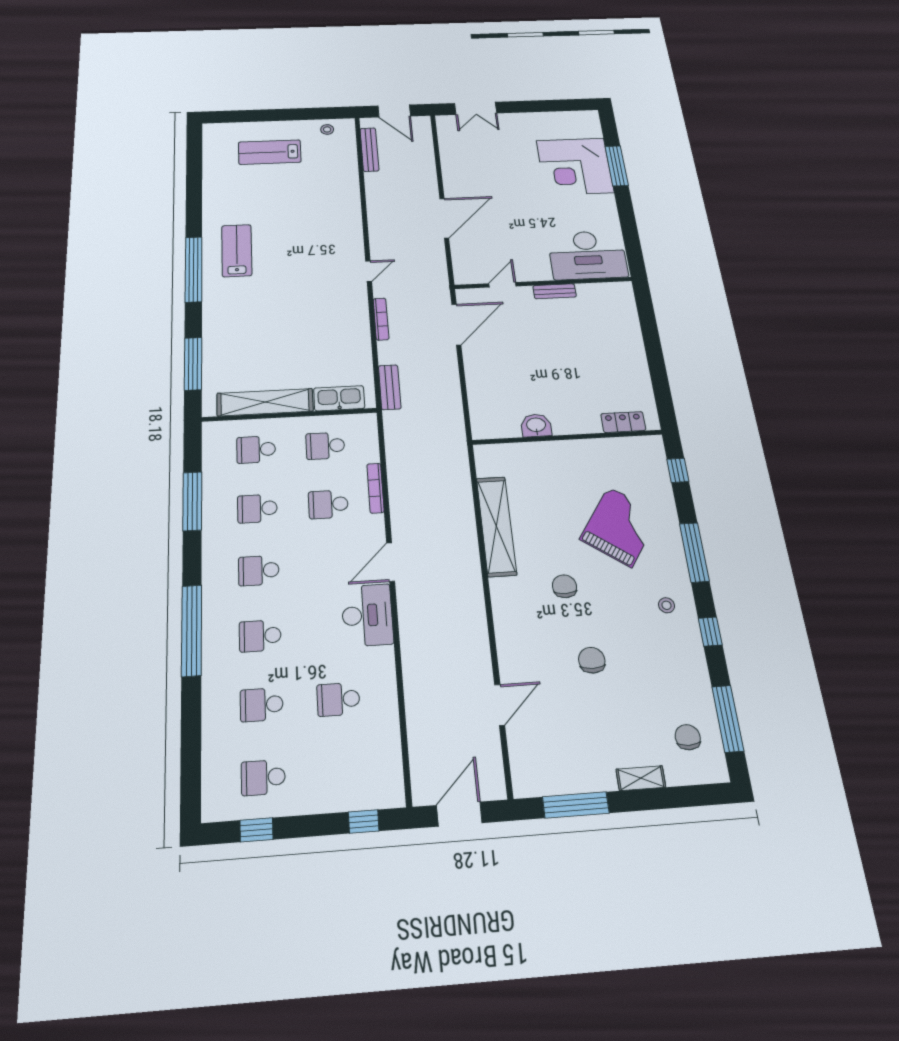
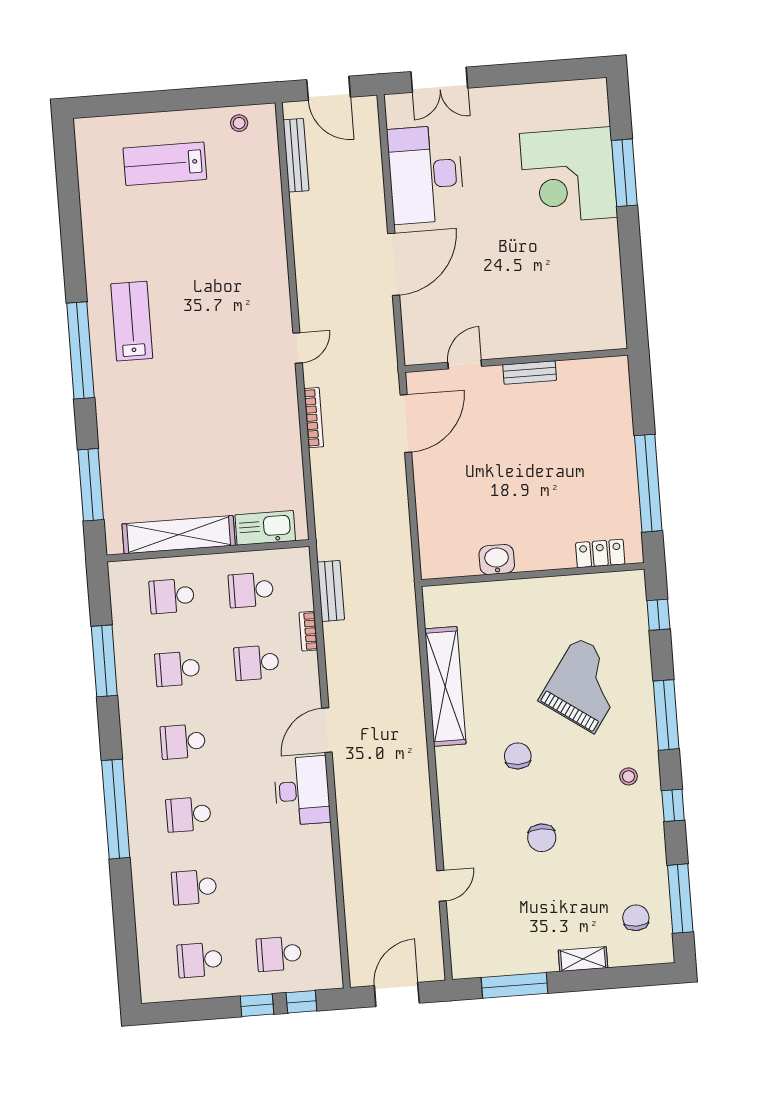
desk: (587, 255) -> (426, 174), moved, turned 90
window: (658, 371) -> (648, 483), added
bench: (390, 387) -> (331, 591), moved
bookcase: (375, 488) -> (308, 631), width x0.64
chair: (592, 660) -> (542, 838), turned 180
school desk: (338, 699) -> (279, 954), moved
door: (500, 705) -> (441, 886), width x0.73
window: (256, 830) -> (257, 1005), moved

